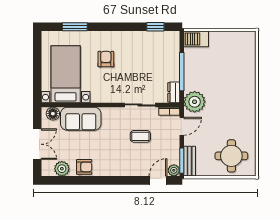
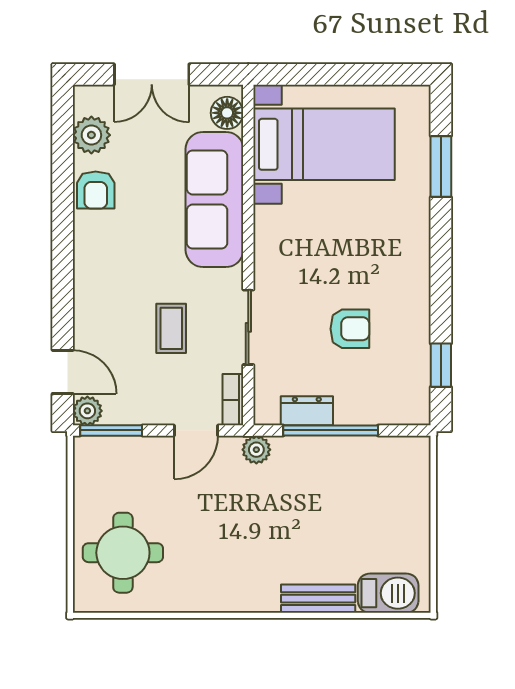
barbecue: (196, 39) -> (388, 593), moved, turned 90
armchair: (106, 59) -> (350, 329), moved
dresser: (174, 92) -> (307, 411), moved
plant: (195, 102) -> (256, 450), width x0.53, depth x0.53
sofa: (81, 119) -> (214, 199), width x1.36
door: (182, 126) -> (196, 430), hinge flipped
bench: (190, 161) -> (318, 599), moved

